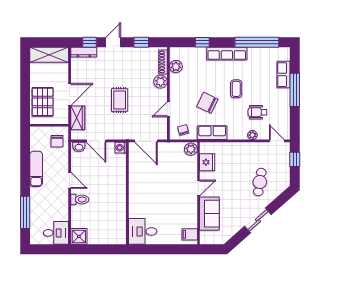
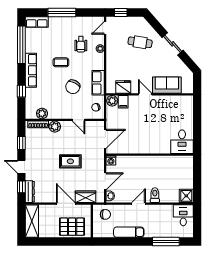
row of seats: (284, 75) -> (37, 22), moved
filing cabinet: (190, 234) -> (123, 102), moved

